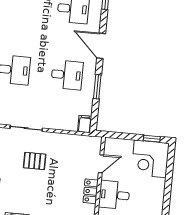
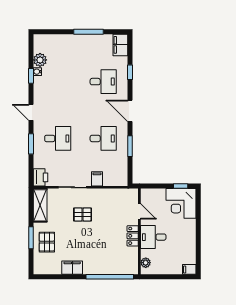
filing cabinet: (85, 124) -> (97, 179), moved
door: (101, 164) -> (139, 211), hinge flipped

